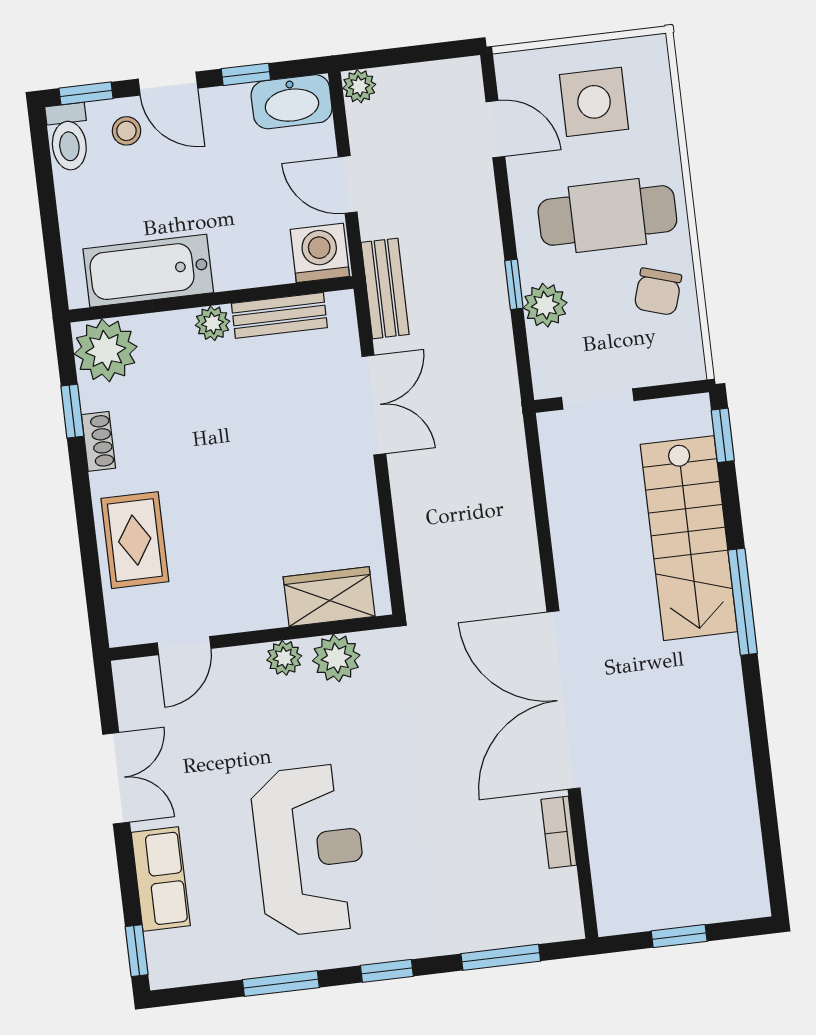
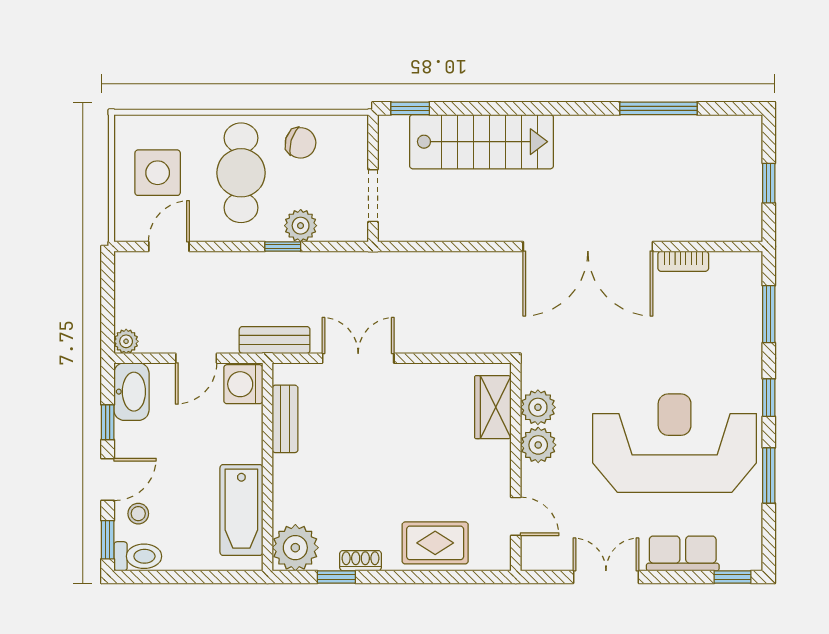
plant: (213, 323) -> (285, 468), removed
window: (743, 602) -> (659, 108), moved
plant: (284, 658) -> (538, 445), width x1.38, depth x1.38
reception desk: (310, 850) -> (675, 443), width x1.36, depth x1.30

